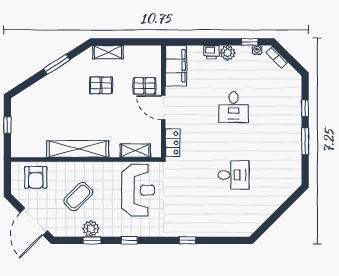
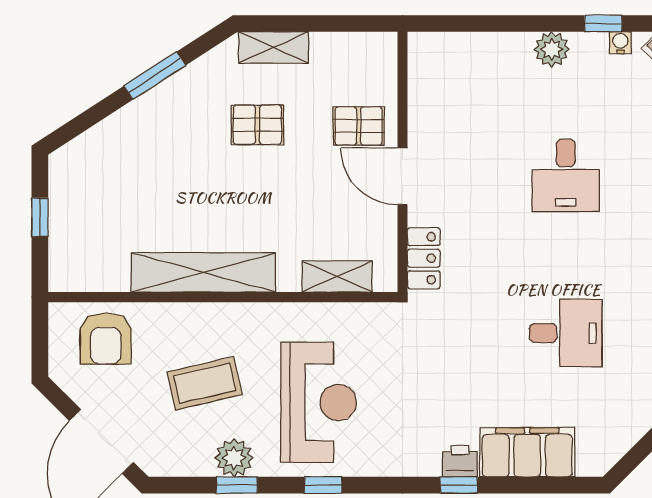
printer: (211, 52) -> (460, 461), moved, turned 180
filing cabinet: (176, 66) -> (527, 452), moved, turned -90
reception desk: (138, 190) -> (319, 402), moved
coffee table: (78, 197) -> (205, 383), turned 32

